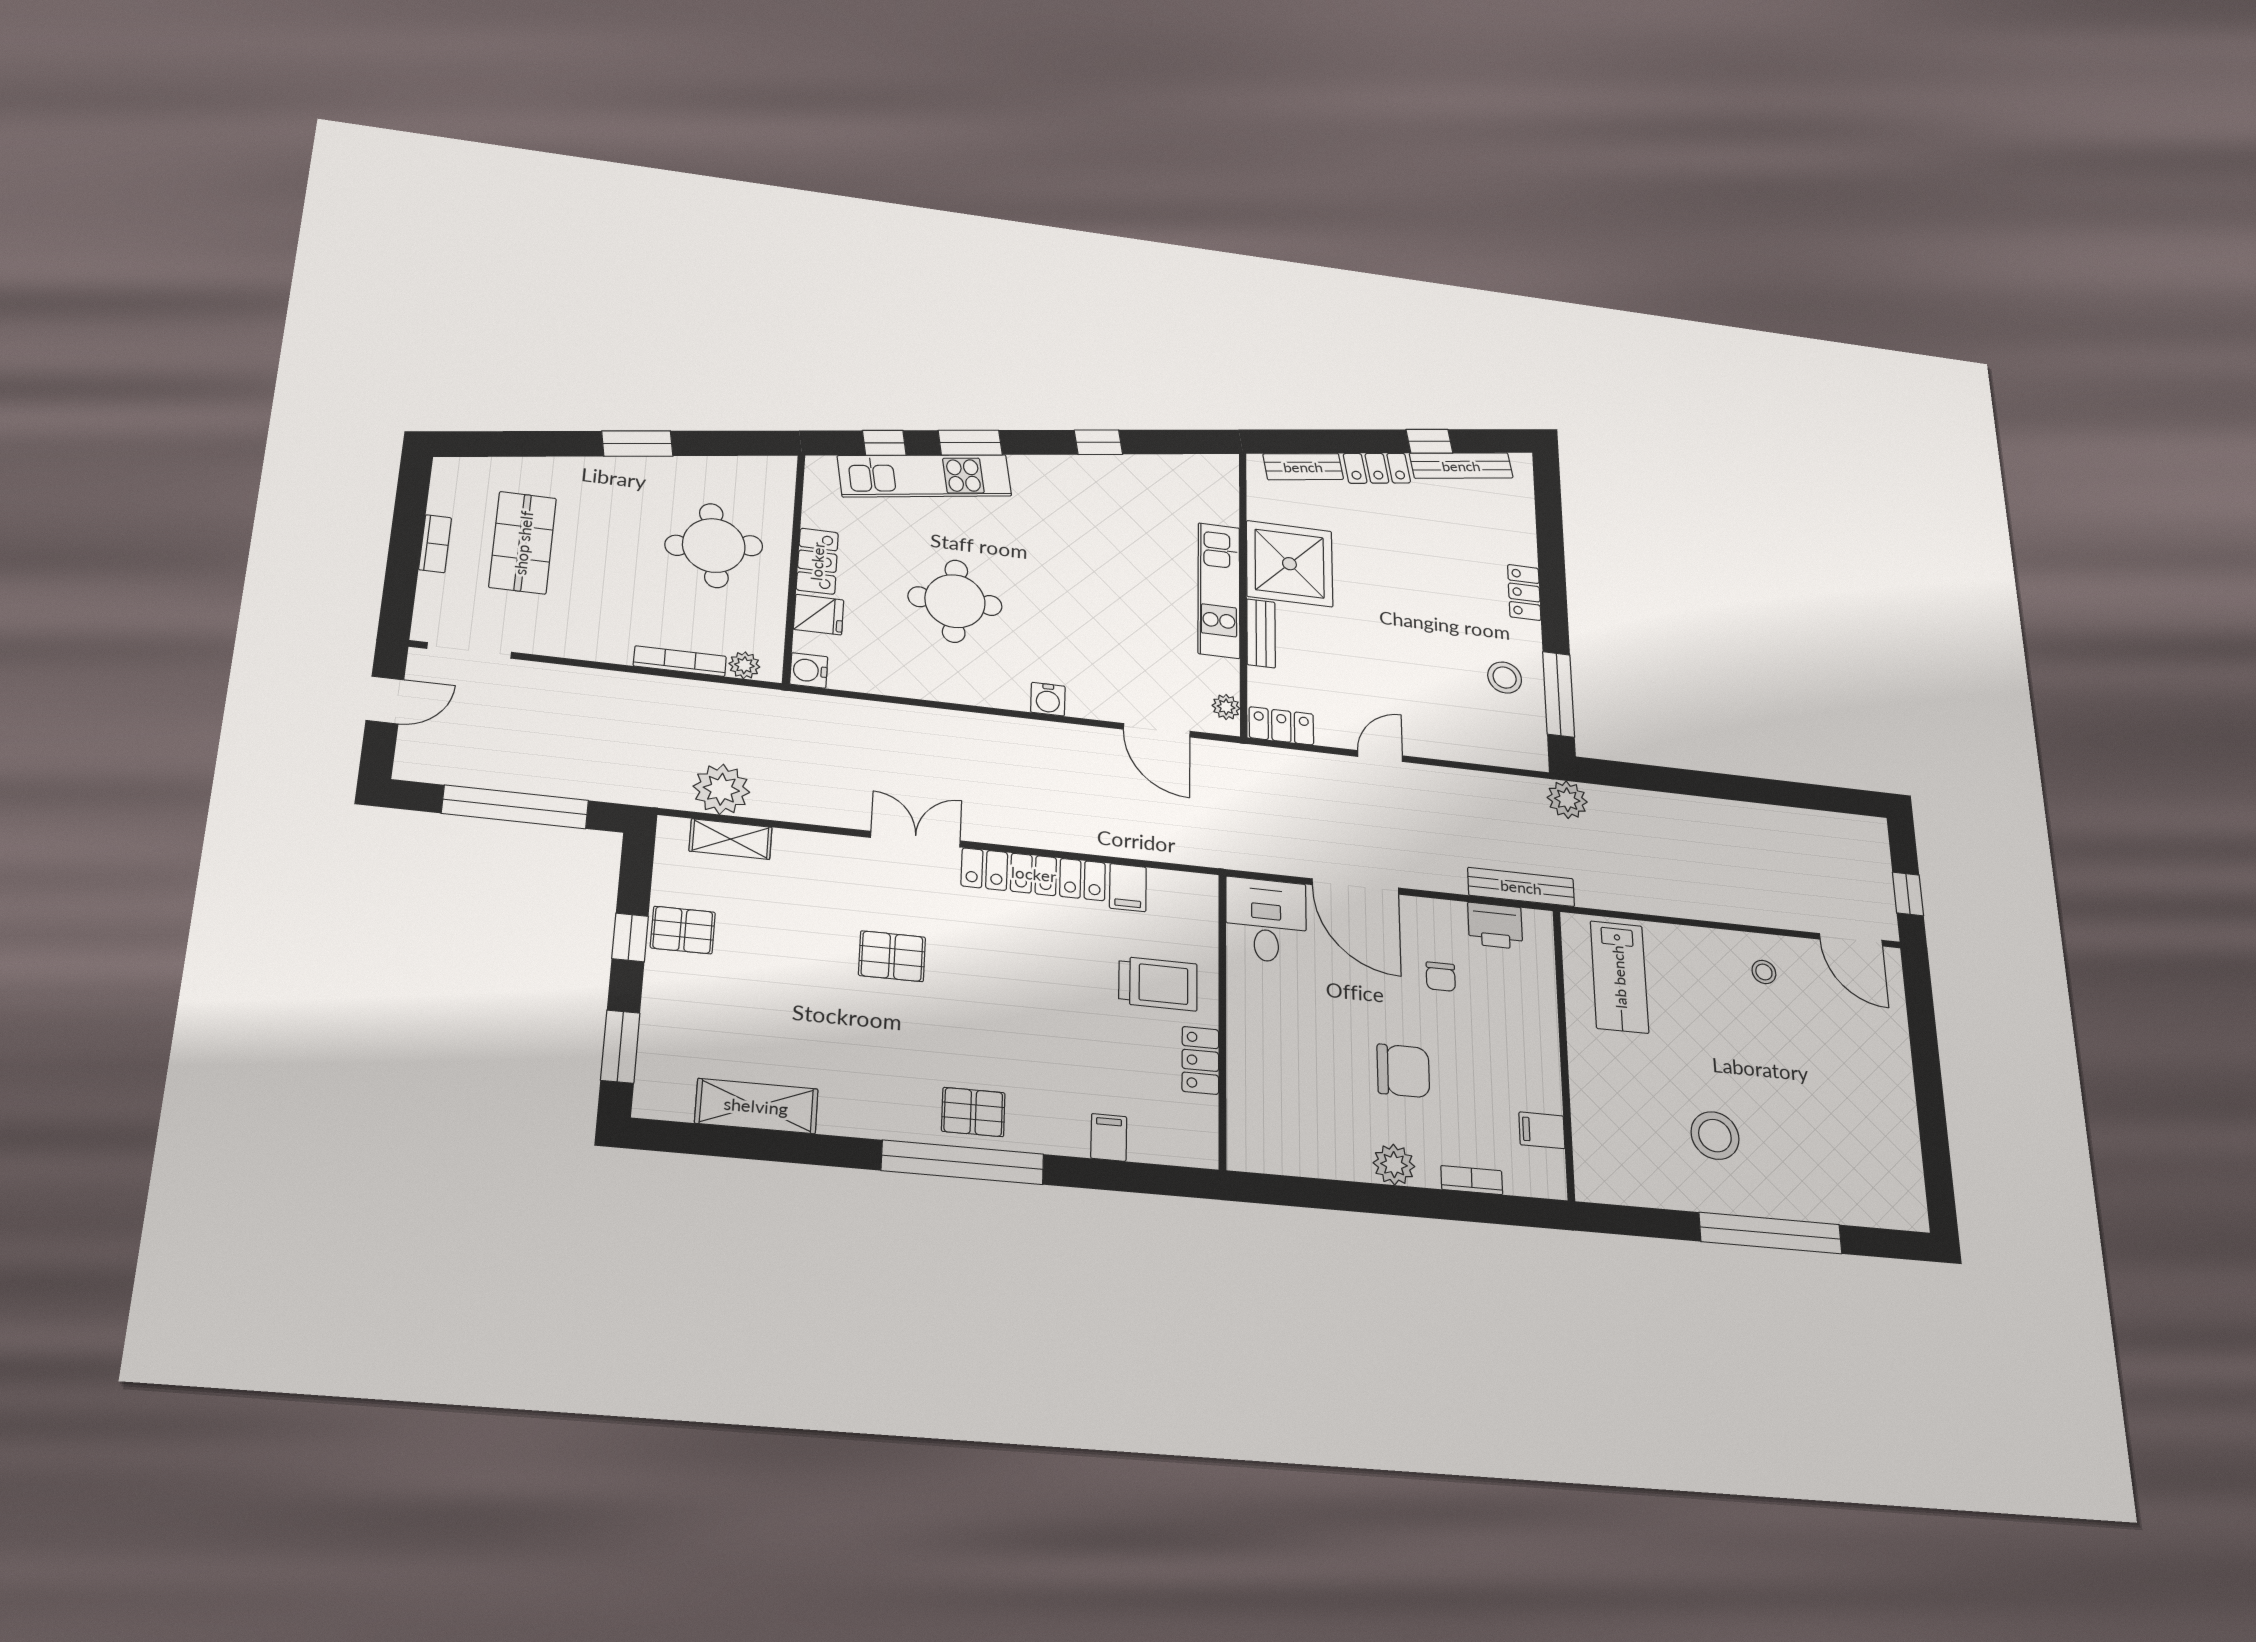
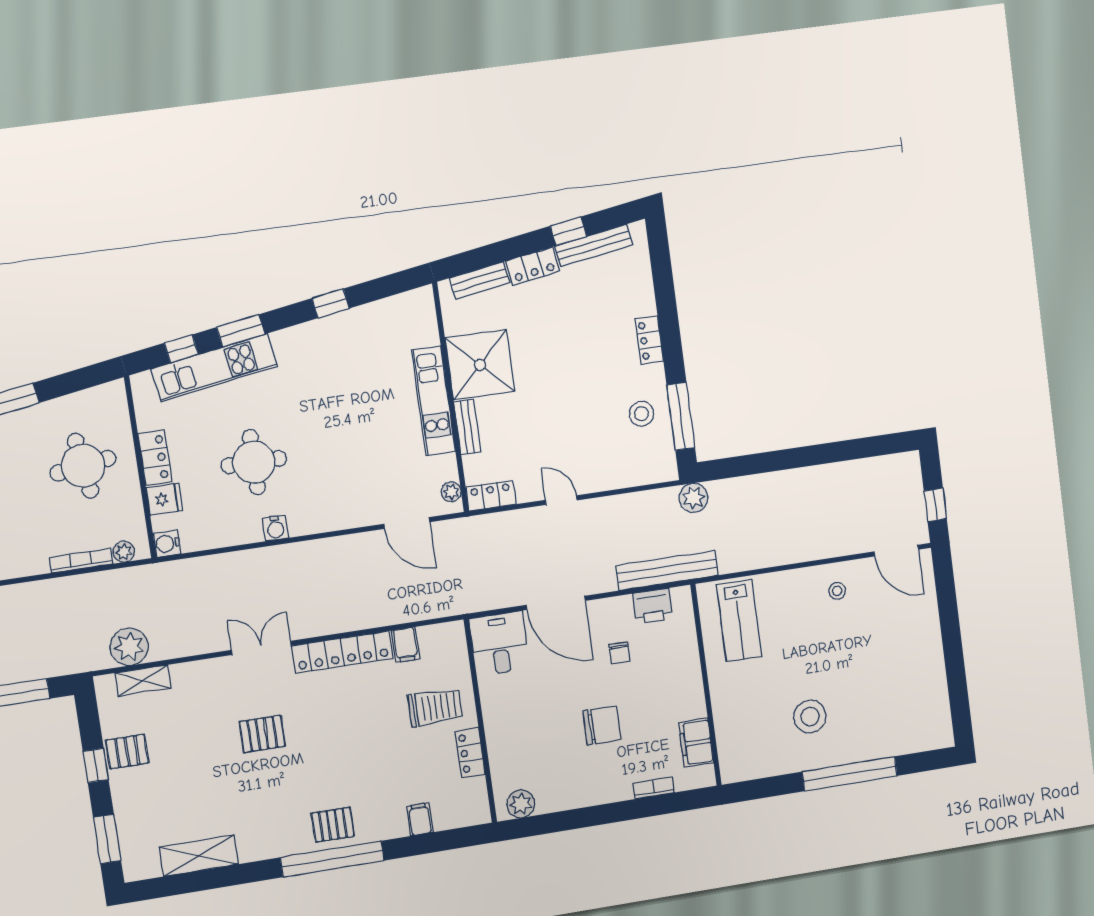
water cooler: (1048, 699) -> (275, 528), moved
door: (1380, 756) -> (561, 500), hinge flipped
bench: (1521, 887) -> (667, 570), width x1.37, depth x1.21
filing cabinet: (1542, 1130) -> (696, 743), width x2.00
plant: (1394, 1165) -> (521, 804), moved

